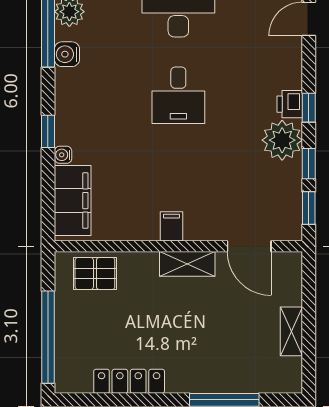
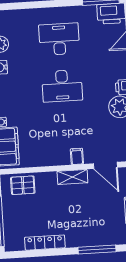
desk: (178, 95) -> (62, 86), width x1.37
filing cabinet: (172, 226) -> (77, 156), moved

